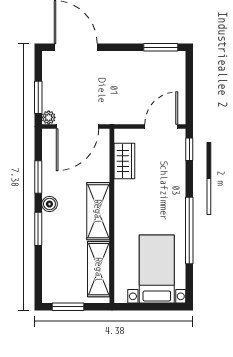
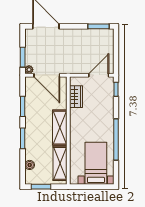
door: (77, 126) -> (47, 75), hinge flipped
boiler: (49, 204) -> (30, 165), moved

